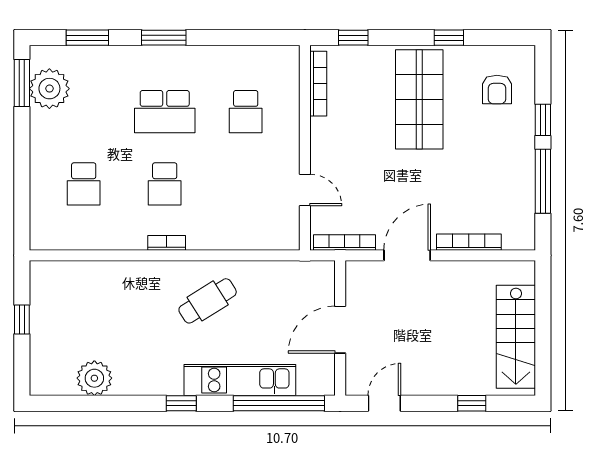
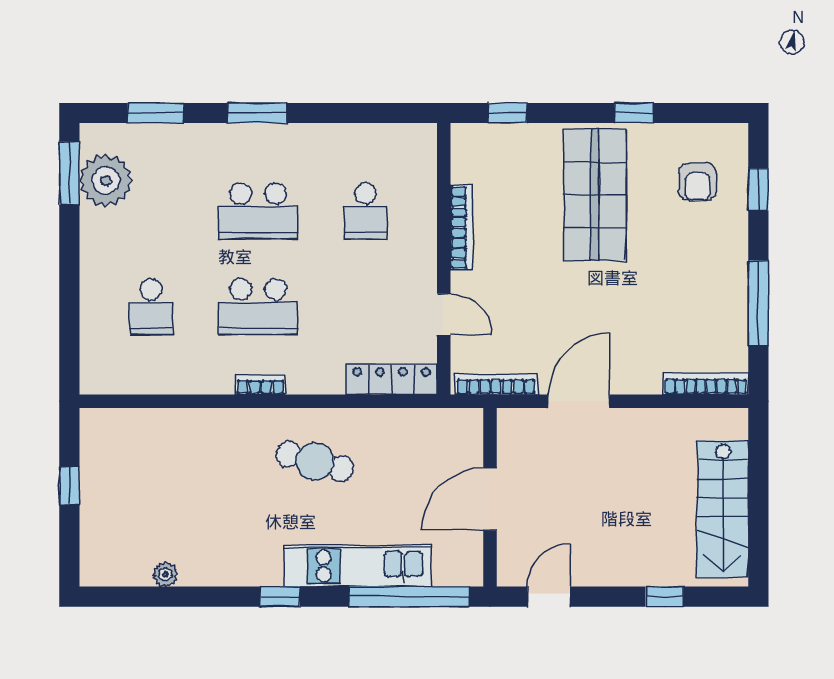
bookcase: (318, 84) -> (461, 228), moved
window: (543, 120) -> (758, 189), moved
school desk: (165, 184) -> (258, 307), width x1.85
locker: (265, 239) -> (391, 379), added
bookcase: (469, 242) -> (706, 384), moved
cafe table: (208, 301) -> (315, 461), turned 47
plant: (94, 378) -> (165, 574), width x0.53, depth x0.53

